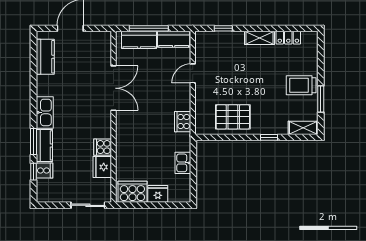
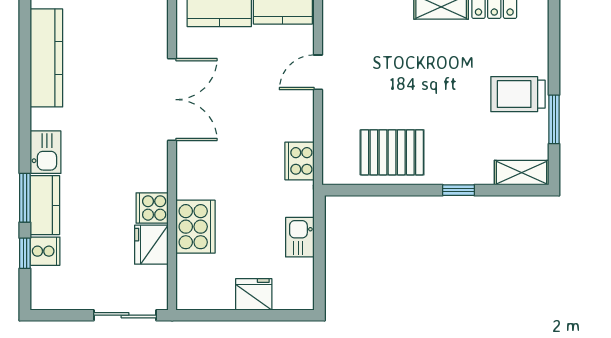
kitchen counter: (45, 57) -> (46, 58), width x1.50
kitchen sink: (45, 112) -> (45, 152), width x0.73
cooker: (132, 192) -> (196, 227), moved, turned 90

